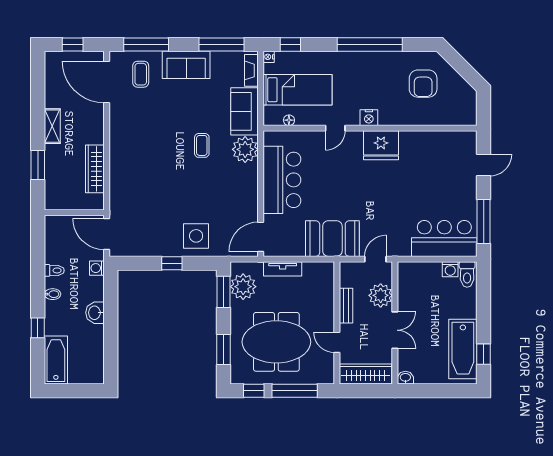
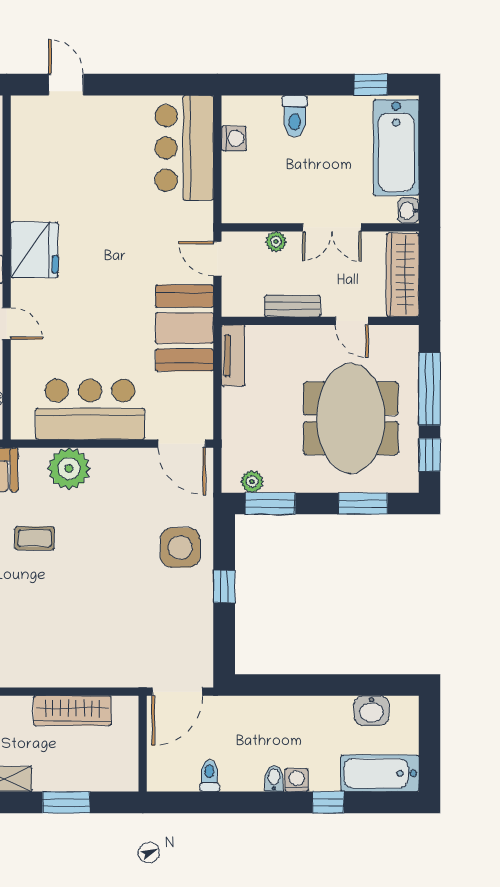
plant: (245, 149) -> (69, 469), moved
window: (484, 221) -> (157, 85), removed
washing machine: (97, 268) -> (297, 780), moved, turned 180
tv unit: (283, 269) -> (233, 355), moved
toilet: (54, 270) -> (209, 776), moved
toilet: (467, 274) -> (295, 116), moved, turned 90
plant: (243, 287) -> (252, 482), width x0.53, depth x0.53
plant: (381, 295) -> (276, 242), width x0.53, depth x0.53
washbasin: (95, 313) -> (371, 710), moved
double door: (395, 330) -> (332, 227), swing flipped
door: (337, 342) -> (352, 321), hinge flipped
bathtub: (463, 349) -> (396, 148), moved, turned 90

